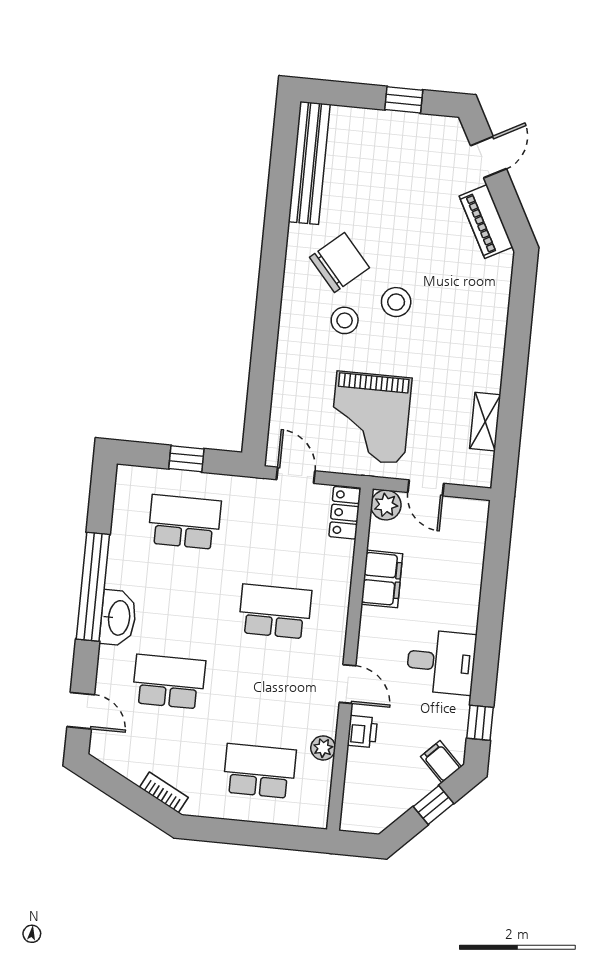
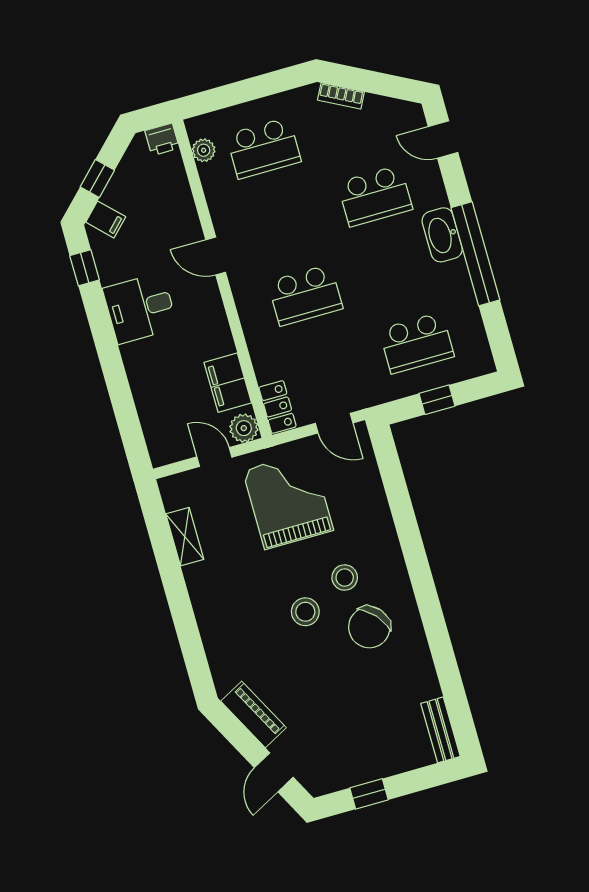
bench: (309, 163) -> (441, 730), width x0.54, depth x0.82
filing cabinet: (382, 579) -> (228, 383), moved
printer: (362, 732) -> (162, 139), moved, turned -90
plant: (323, 748) -> (204, 150), moved

